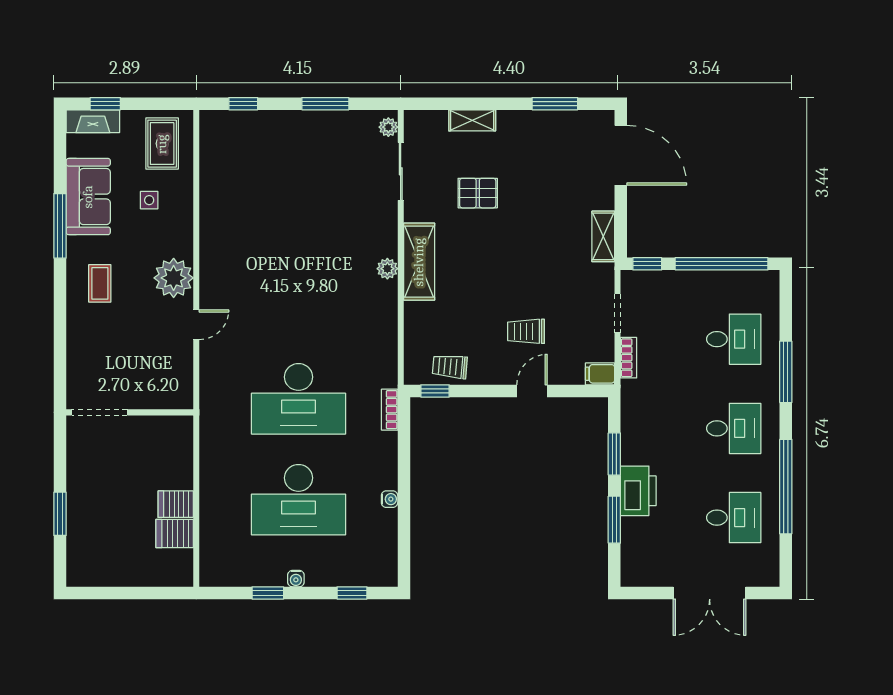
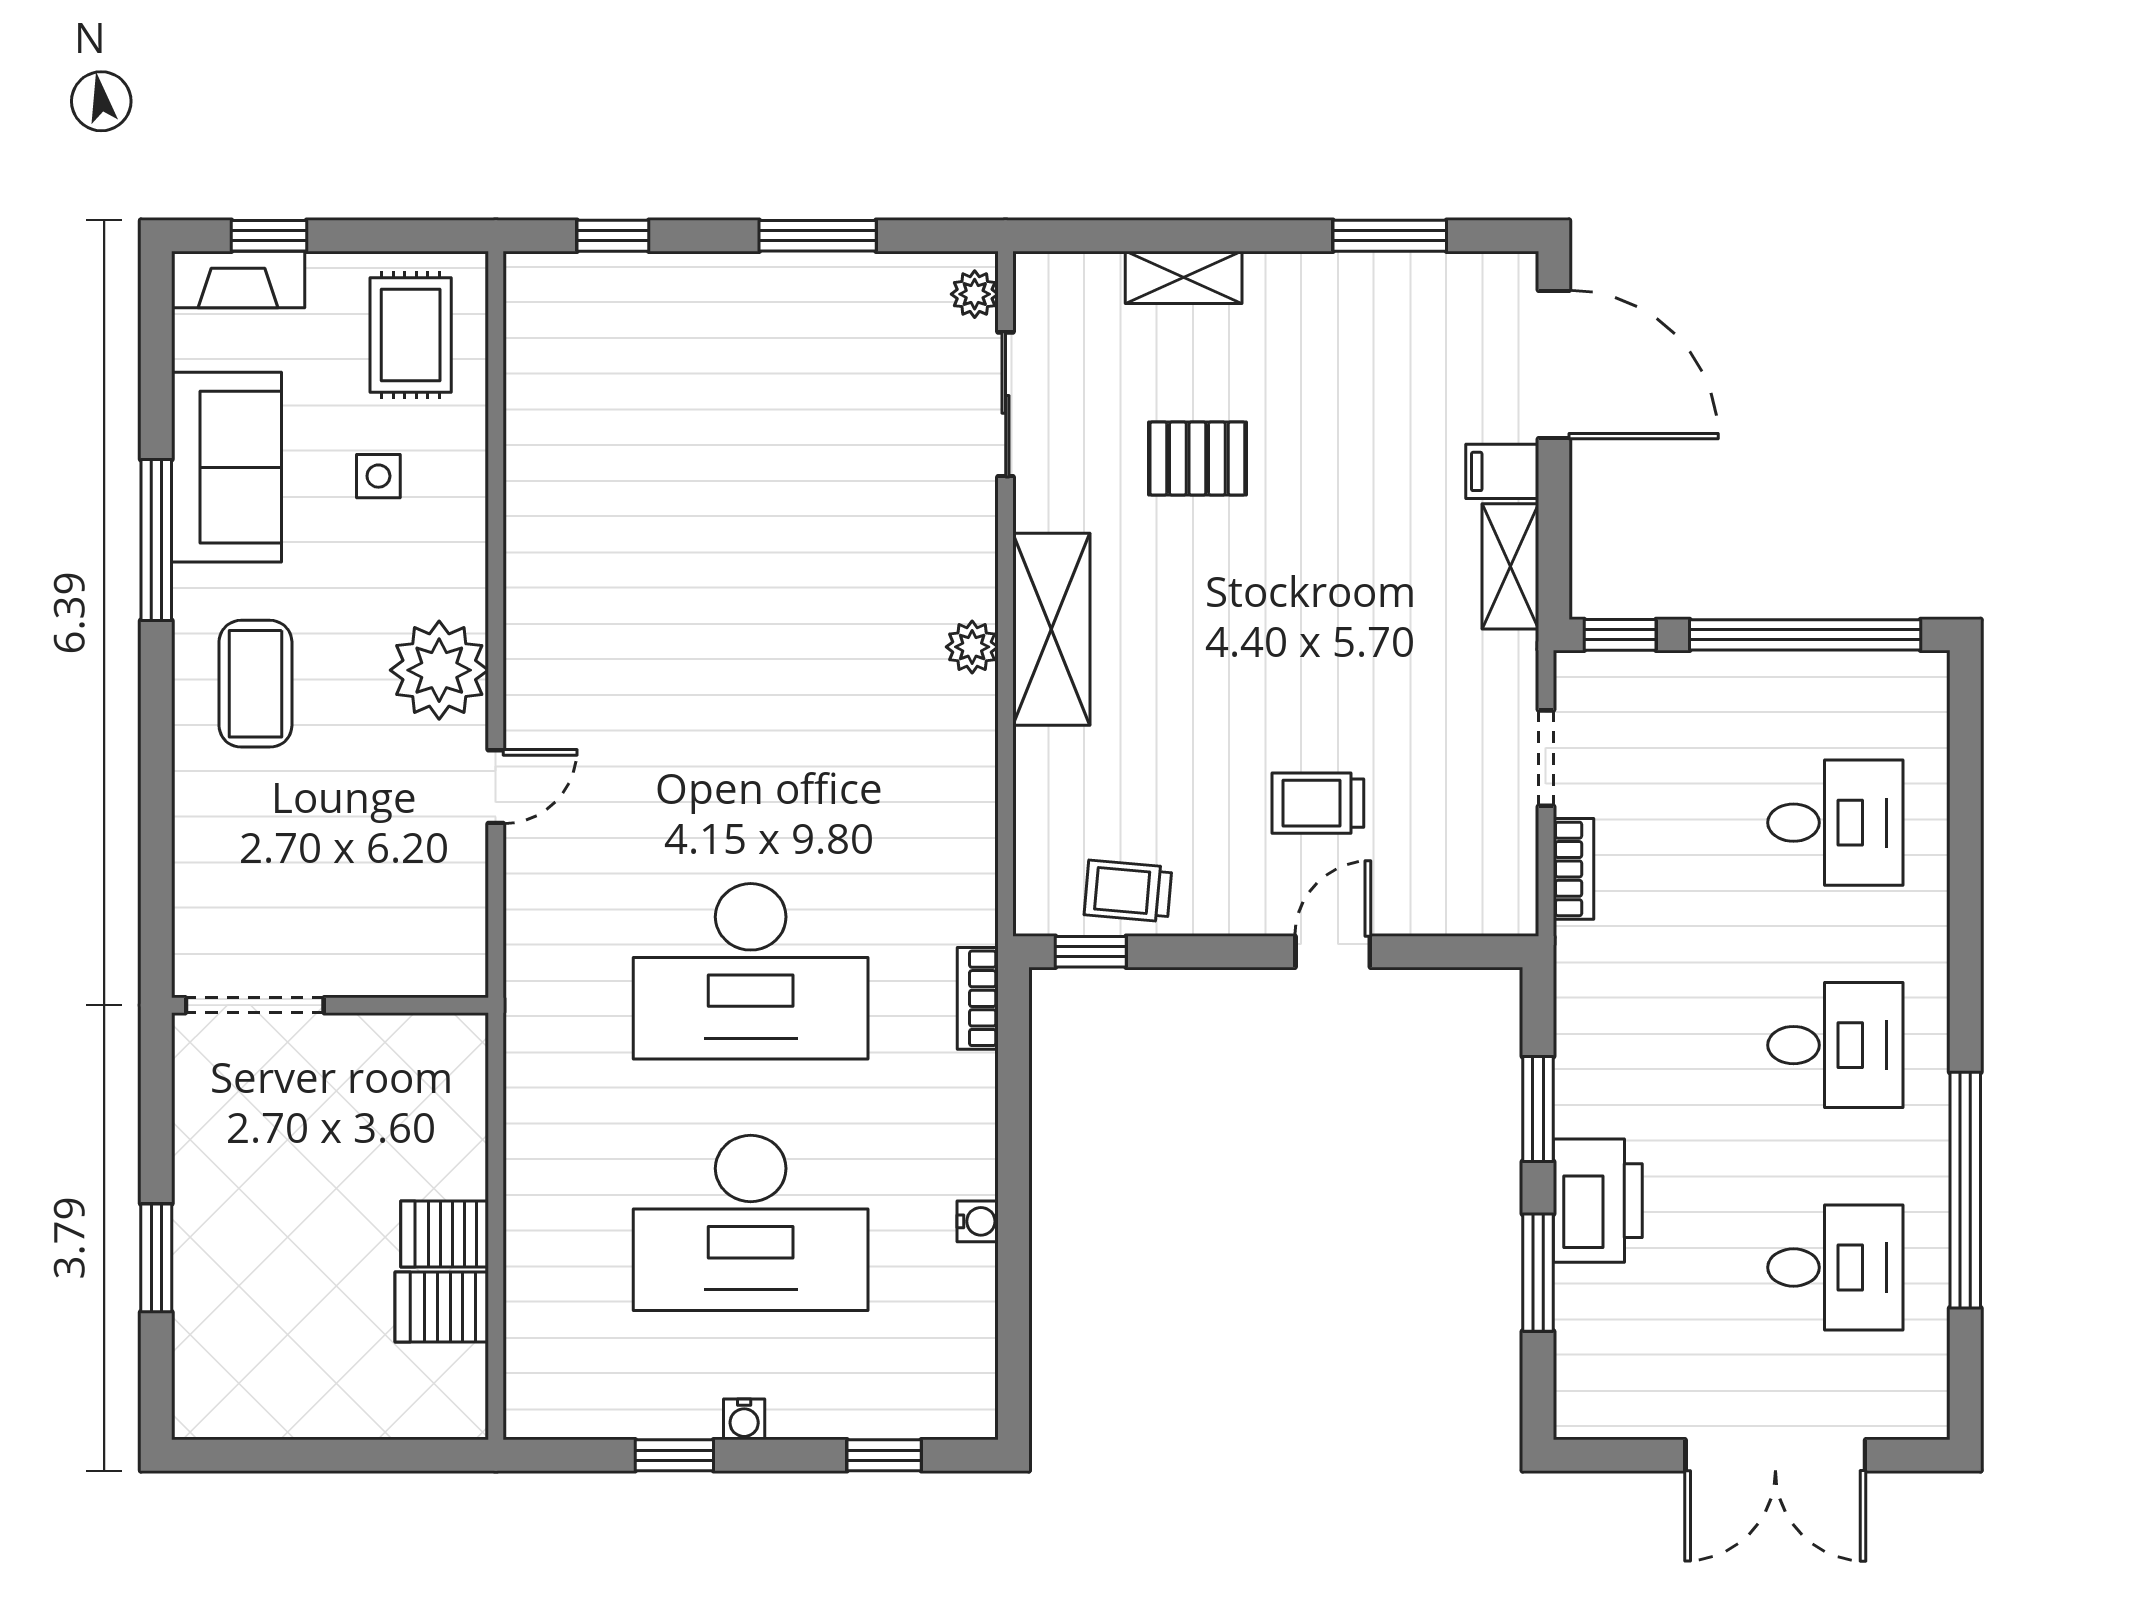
coffee table: (100, 283) -> (255, 684), width x1.36, depth x1.30
window: (786, 372) -> (1965, 904), removed
filing cabinet: (600, 374) -> (1502, 471), moved

